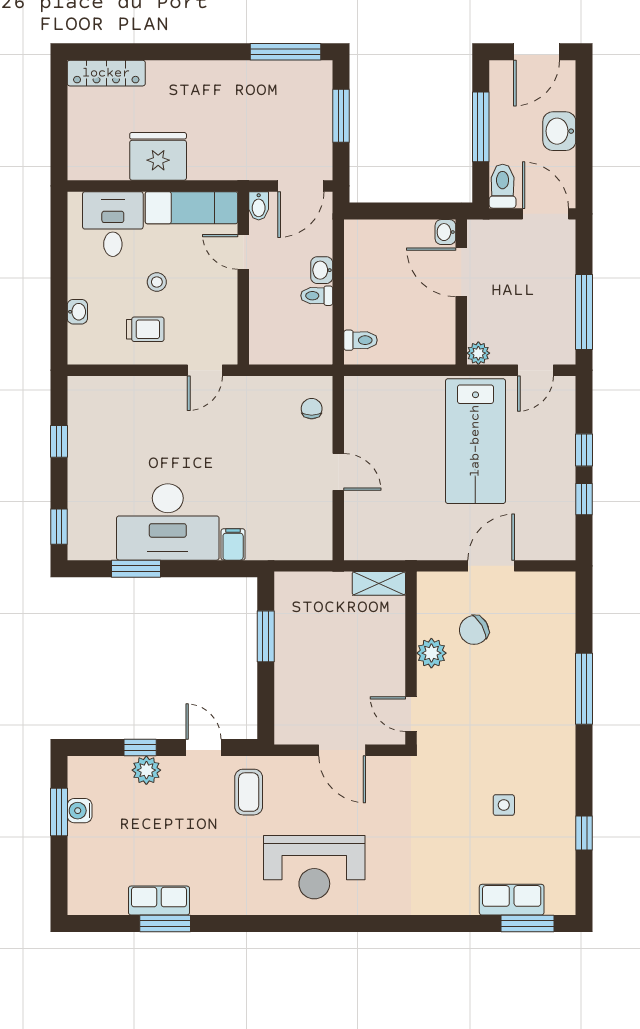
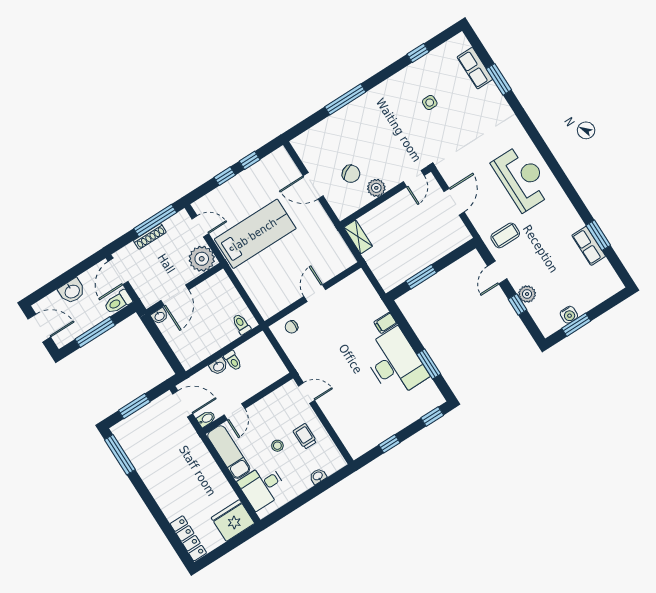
fridge: (158, 156) -> (233, 520), moved, turned 90
shoe rack: (567, 290) -> (150, 236), added
plant: (478, 353) -> (202, 259), width x1.87, depth x1.87
window: (528, 923) -> (499, 79), moved

